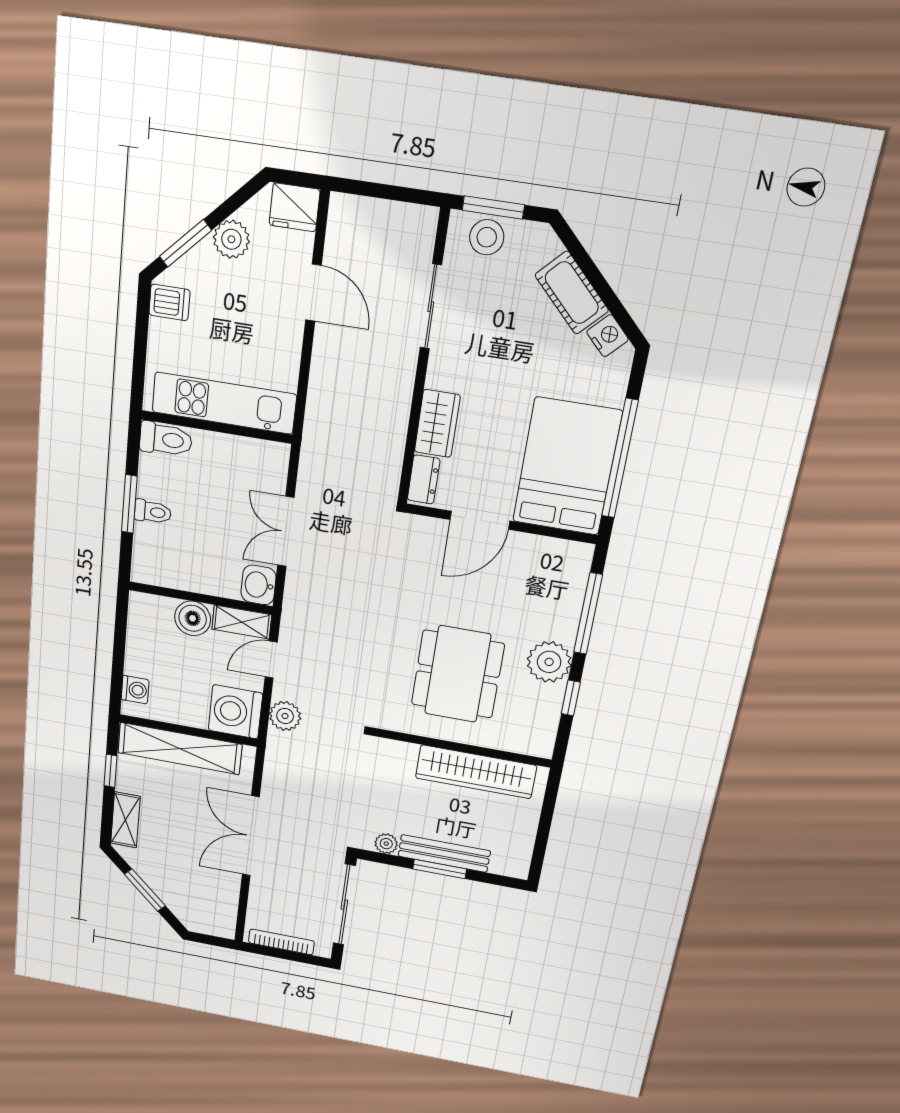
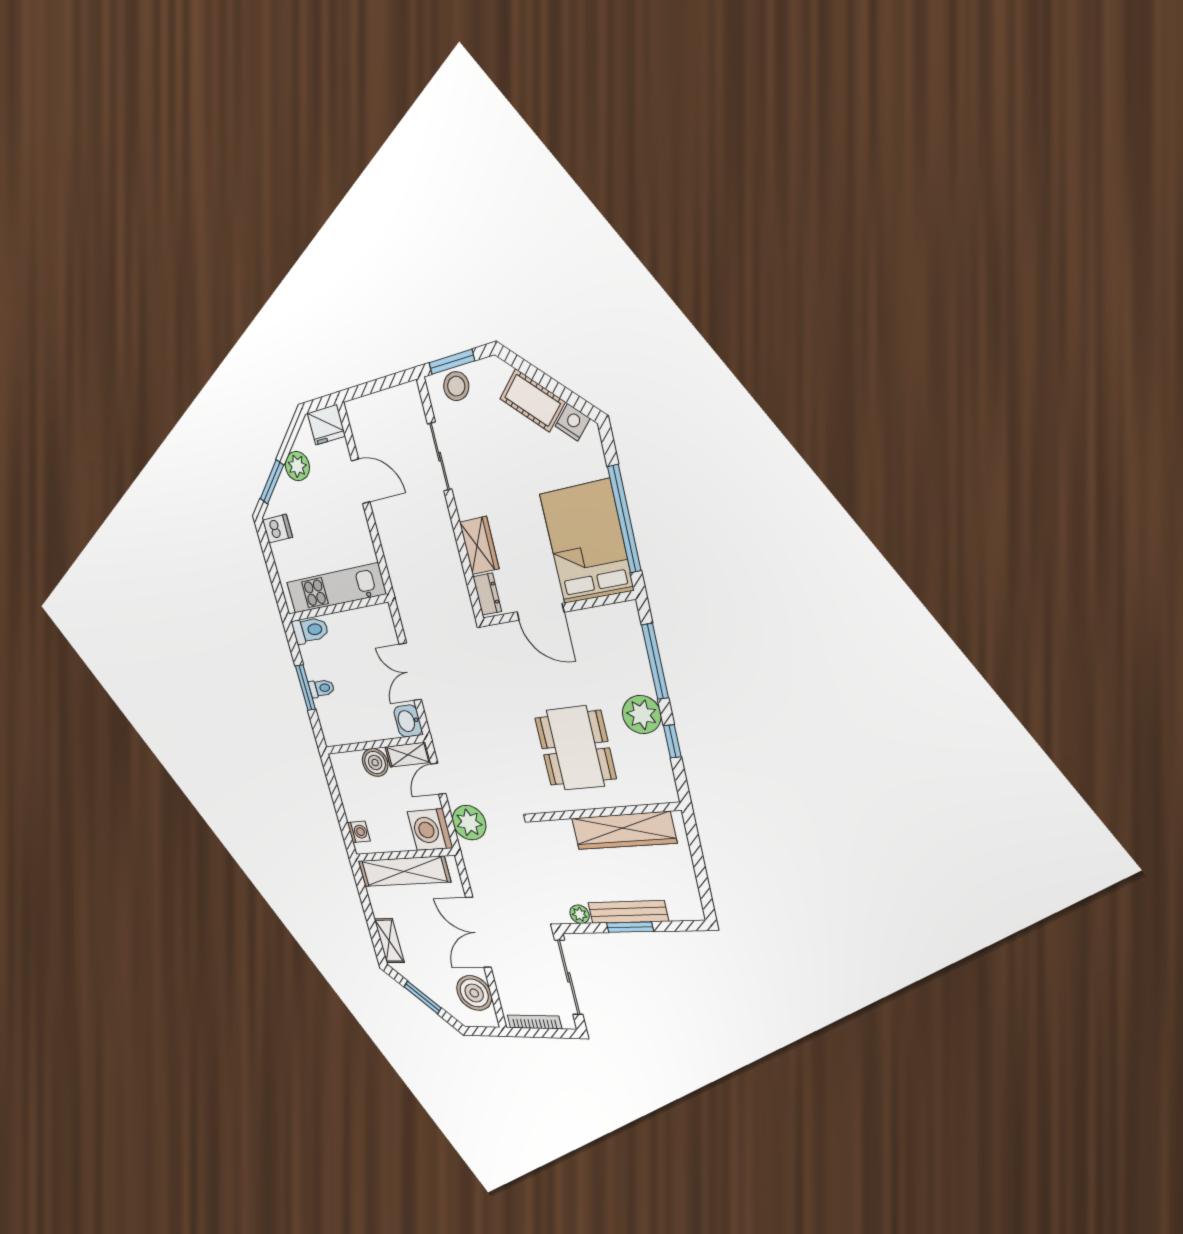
door: (480, 520) -> (540, 612), hinge flipped
plant: (285, 716) -> (469, 823), width x1.36, depth x1.36
window: (110, 771) -> (366, 903), removed
boiler: (217, 898) -> (474, 993), added

